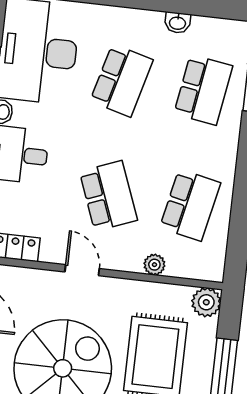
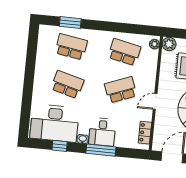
washbasin: (178, 23) -> (40, 59), removed
plant: (154, 265) -> (154, 44), moved

